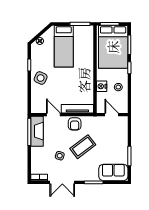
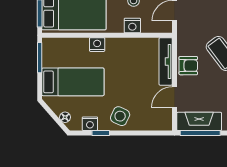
nightstand: (36, 58) -> (90, 124), added
nightstand: (89, 63) -> (97, 45), added

